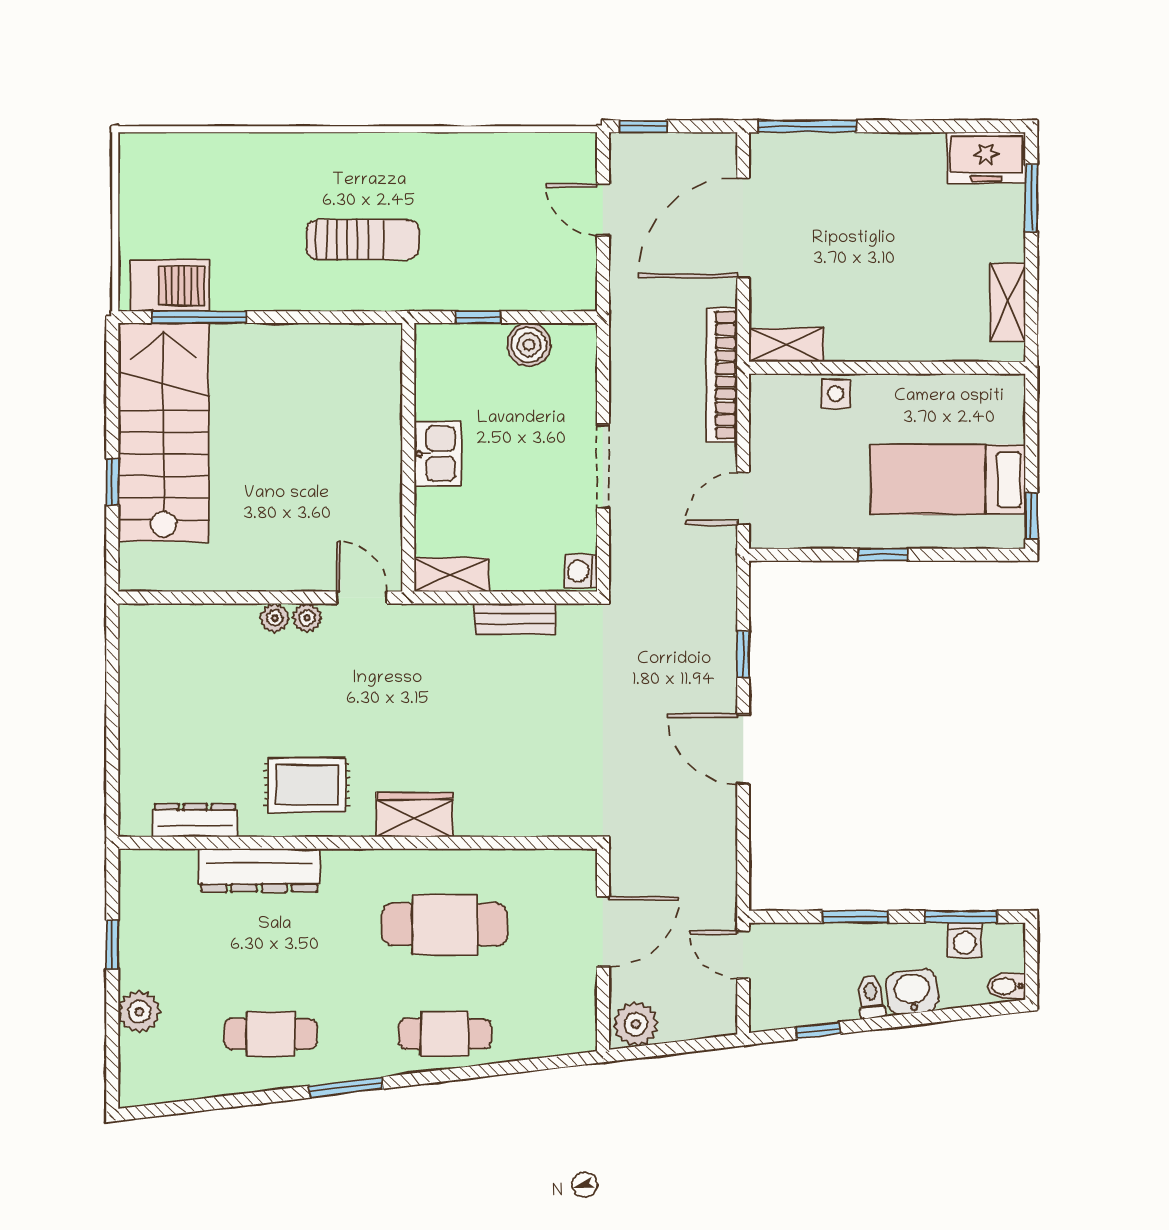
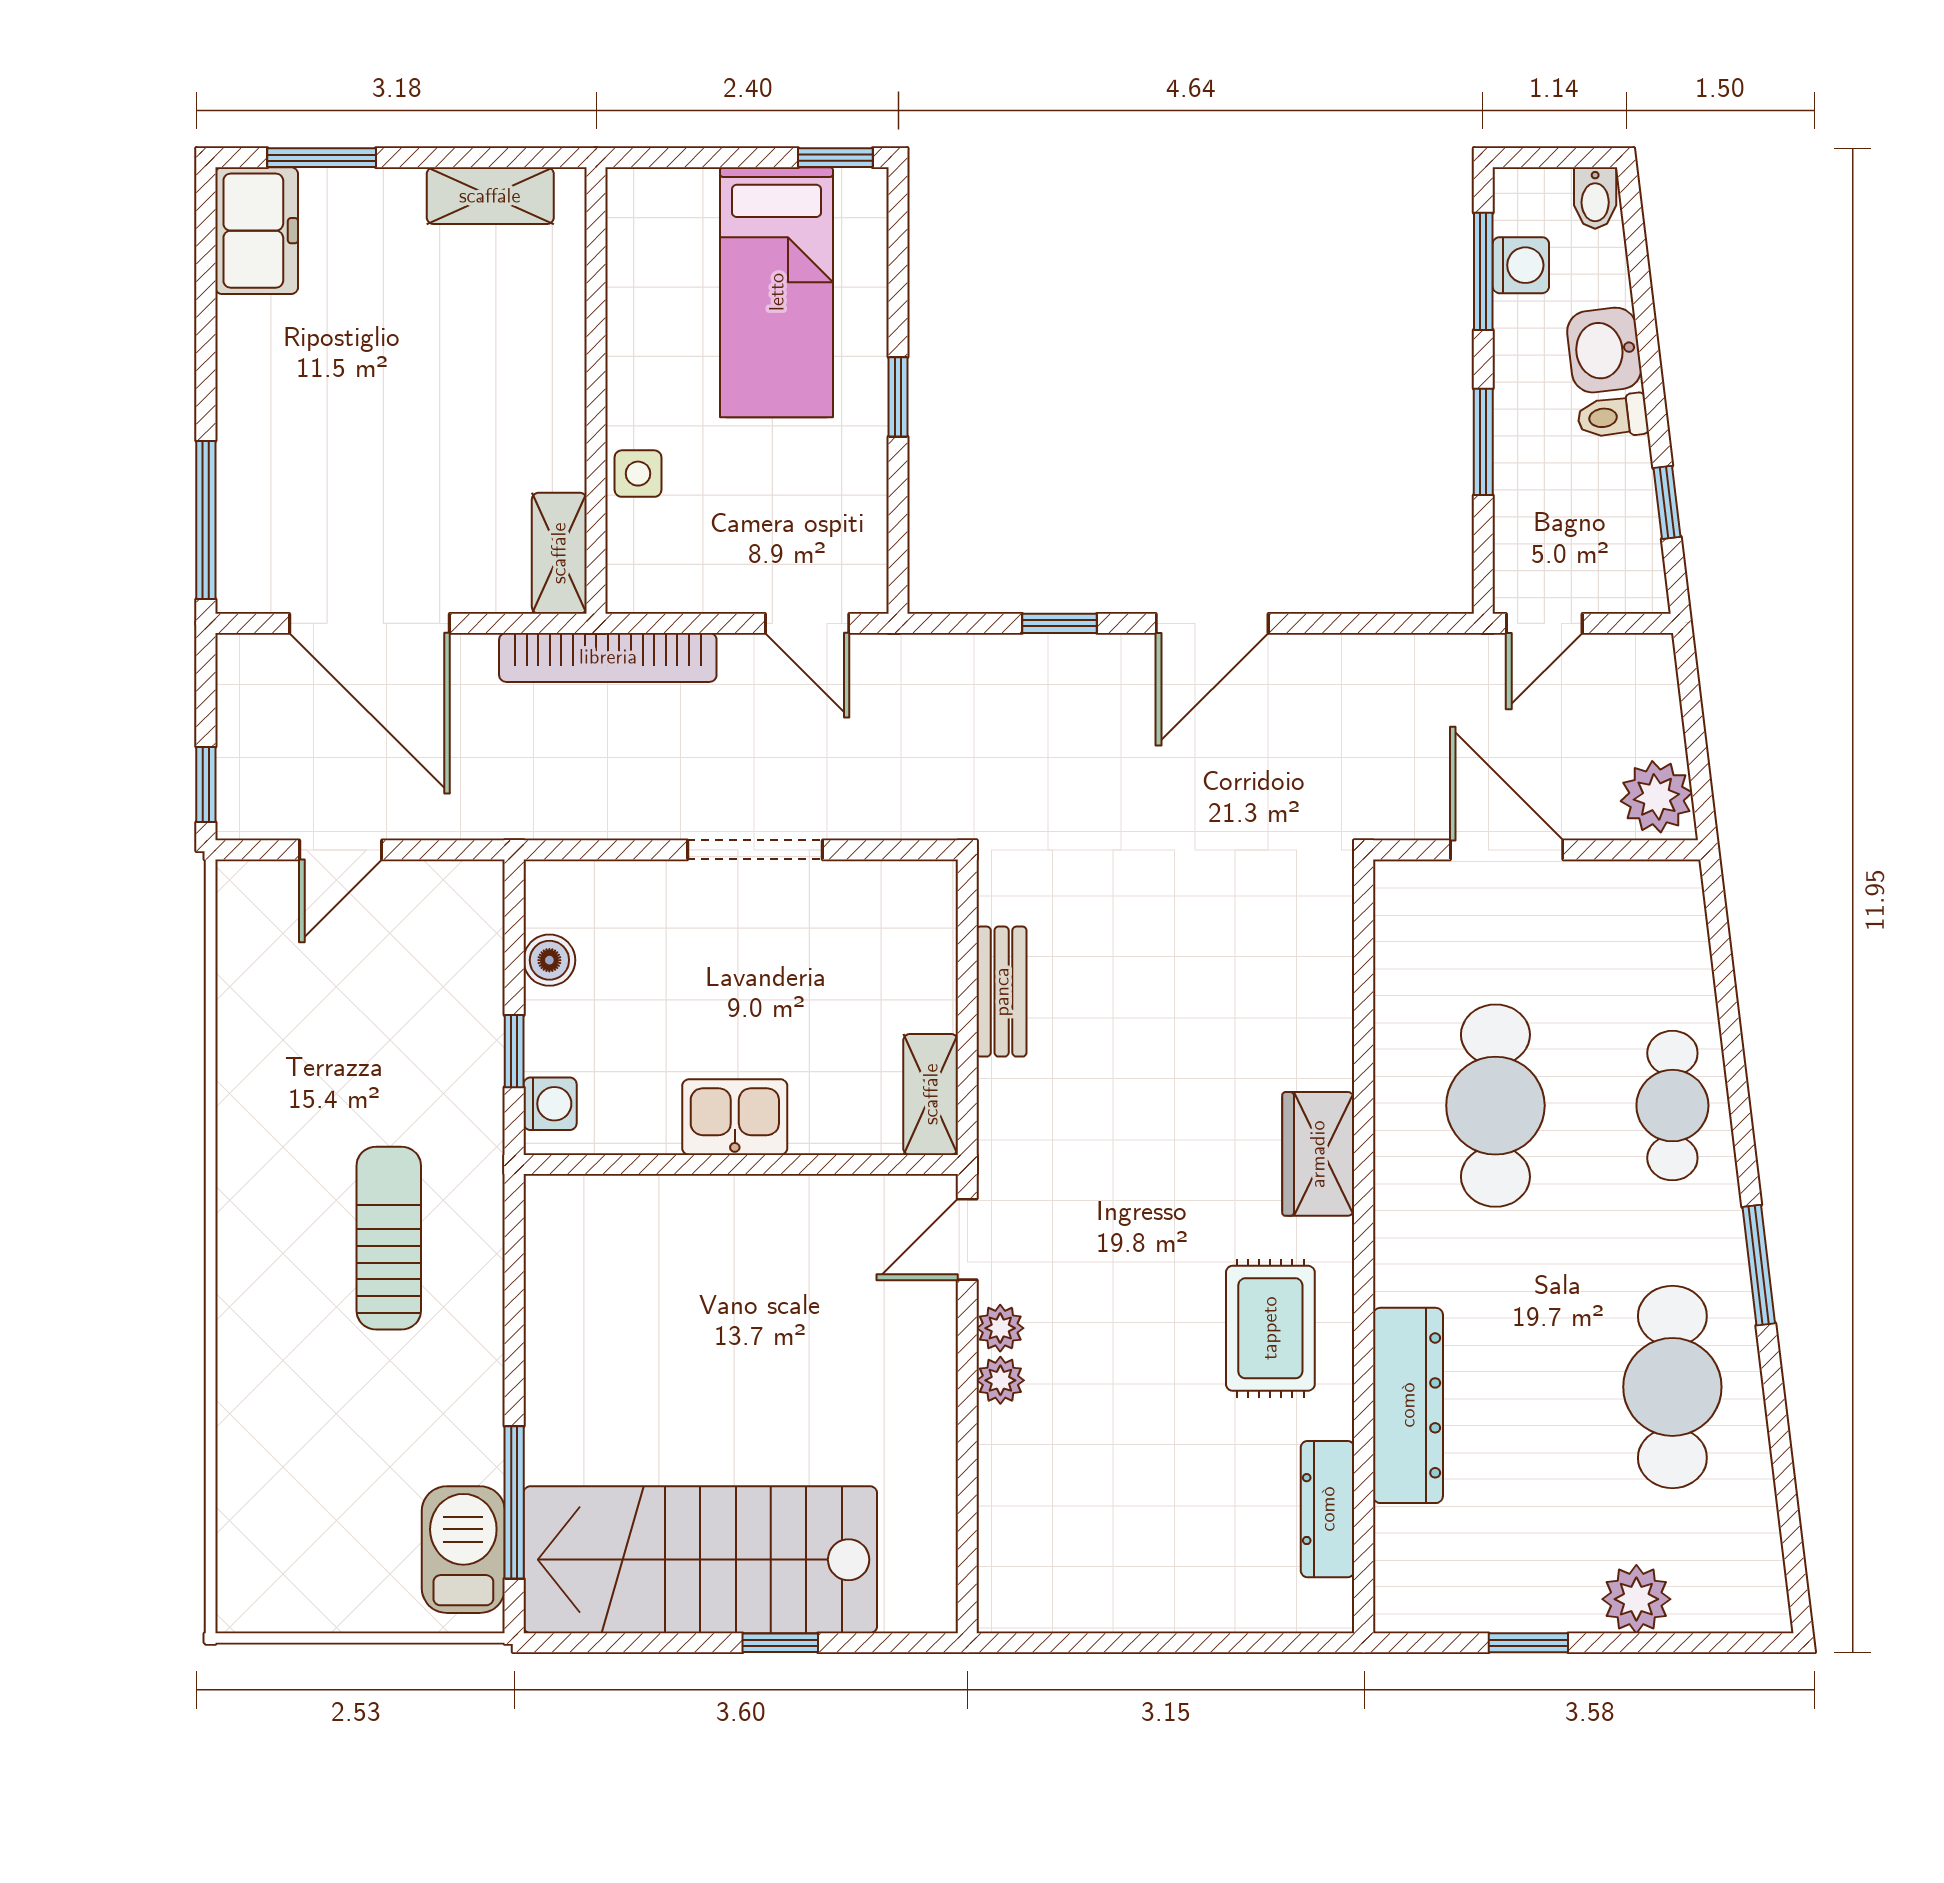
boiler: (529, 345) -> (549, 960), width x0.73, depth x0.73
washing machine: (581, 571) -> (550, 1104), moved, turned -90
cafe table: (271, 1034) -> (1672, 1387), width x1.37, depth x1.35

